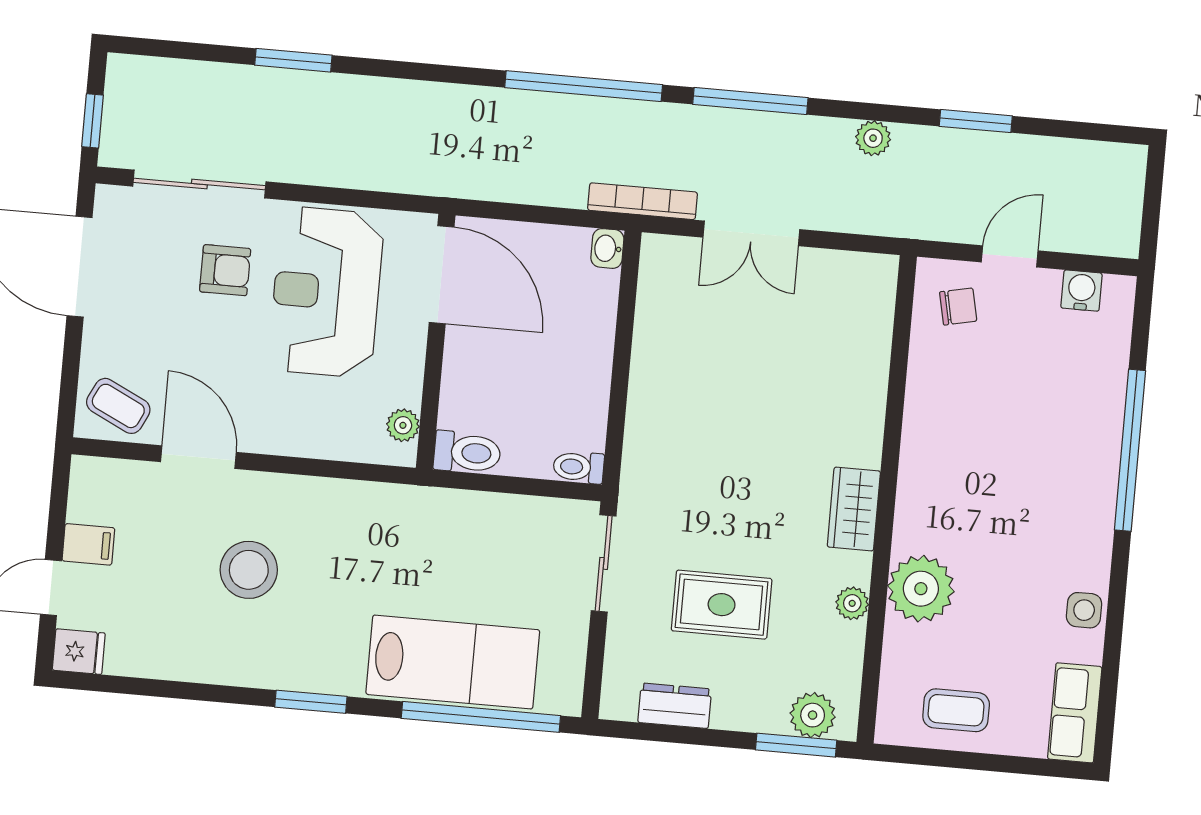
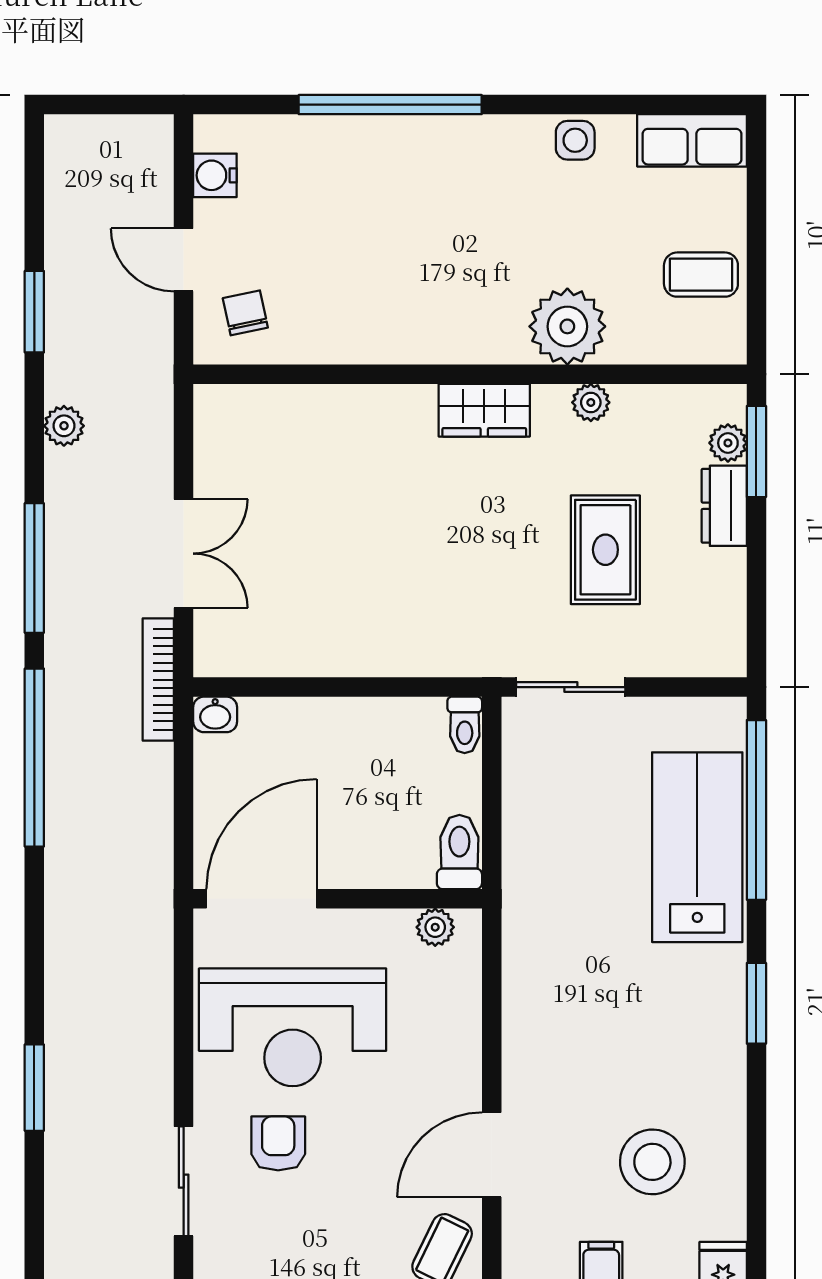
sliding door: (199, 184) -> (184, 1181), width x0.73
stool: (249, 570) -> (652, 1162), moved
dresser: (675, 706) -> (724, 506), moved
coffee table: (956, 710) -> (701, 275), turned 90
plant: (813, 715) -> (728, 443), width x0.73, depth x0.73

